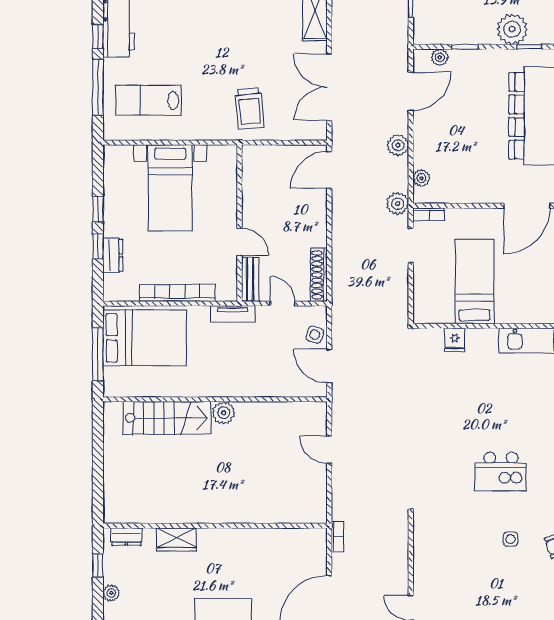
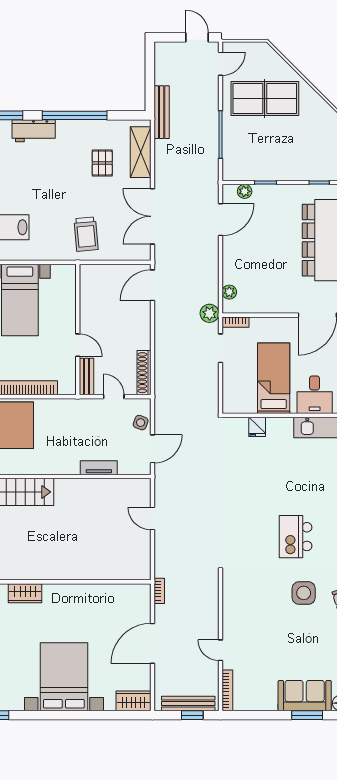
pallet: (269, 23) -> (102, 163), added
plant: (512, 29) -> (305, 168), removed
plant: (398, 145) -> (210, 265), removed
desk: (524, 301) -> (315, 395), added
tv unit: (233, 314) -> (99, 468), moved, turned 180
door: (329, 366) -> (153, 449), swing flipped
plant: (224, 413) -> (64, 488), removed
kitchen island: (501, 472) -> (296, 537), turned 90
side table: (511, 539) -> (304, 593), width x1.87, depth x1.87

